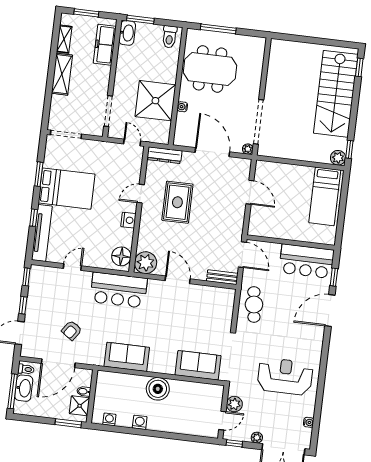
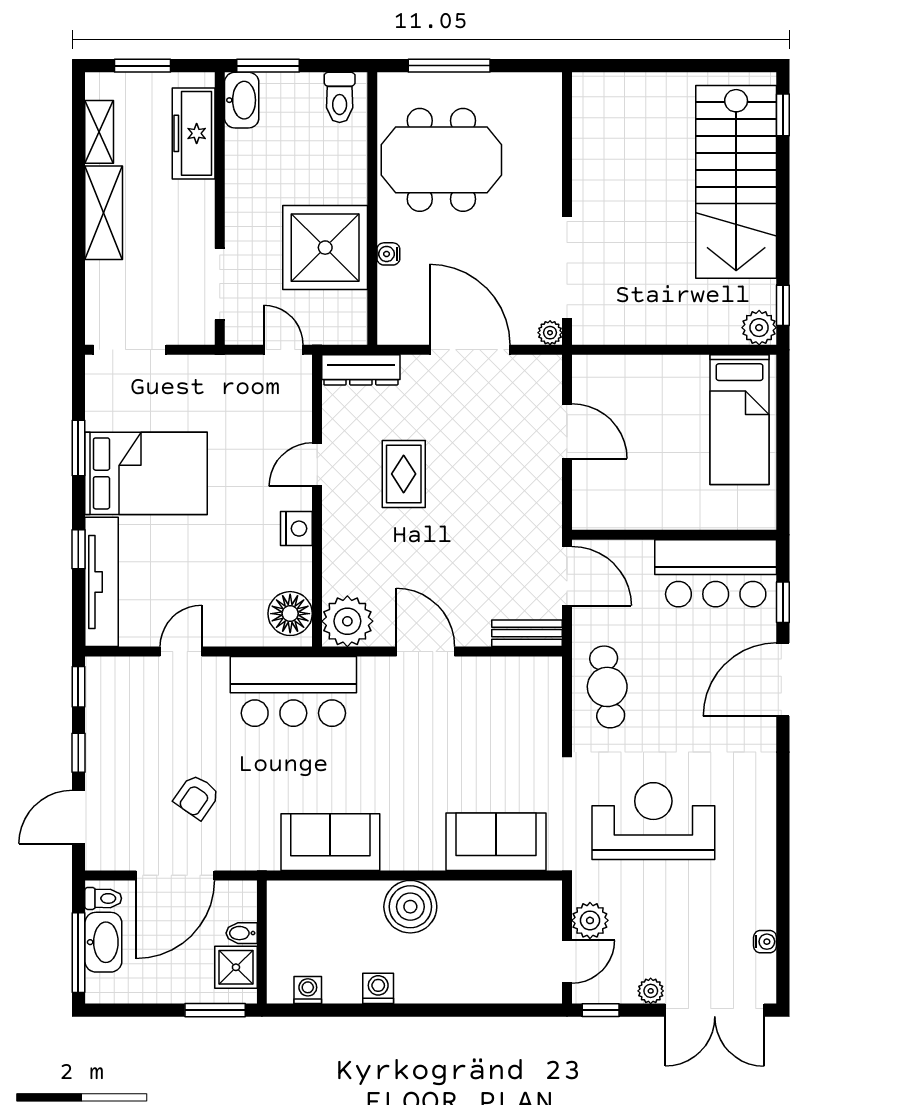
rug: (177, 202) -> (404, 474), width x0.73, depth x0.70
reception desk: (285, 376) -> (653, 821), moved

